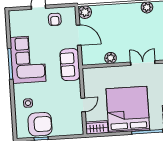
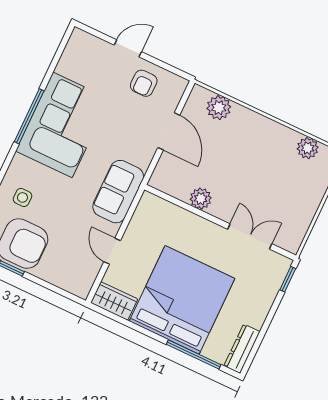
plant: (85, 12) -> (219, 108), moved
sofa: (70, 65) -> (118, 192), moved
door: (83, 105) -> (112, 251), swing flipped

